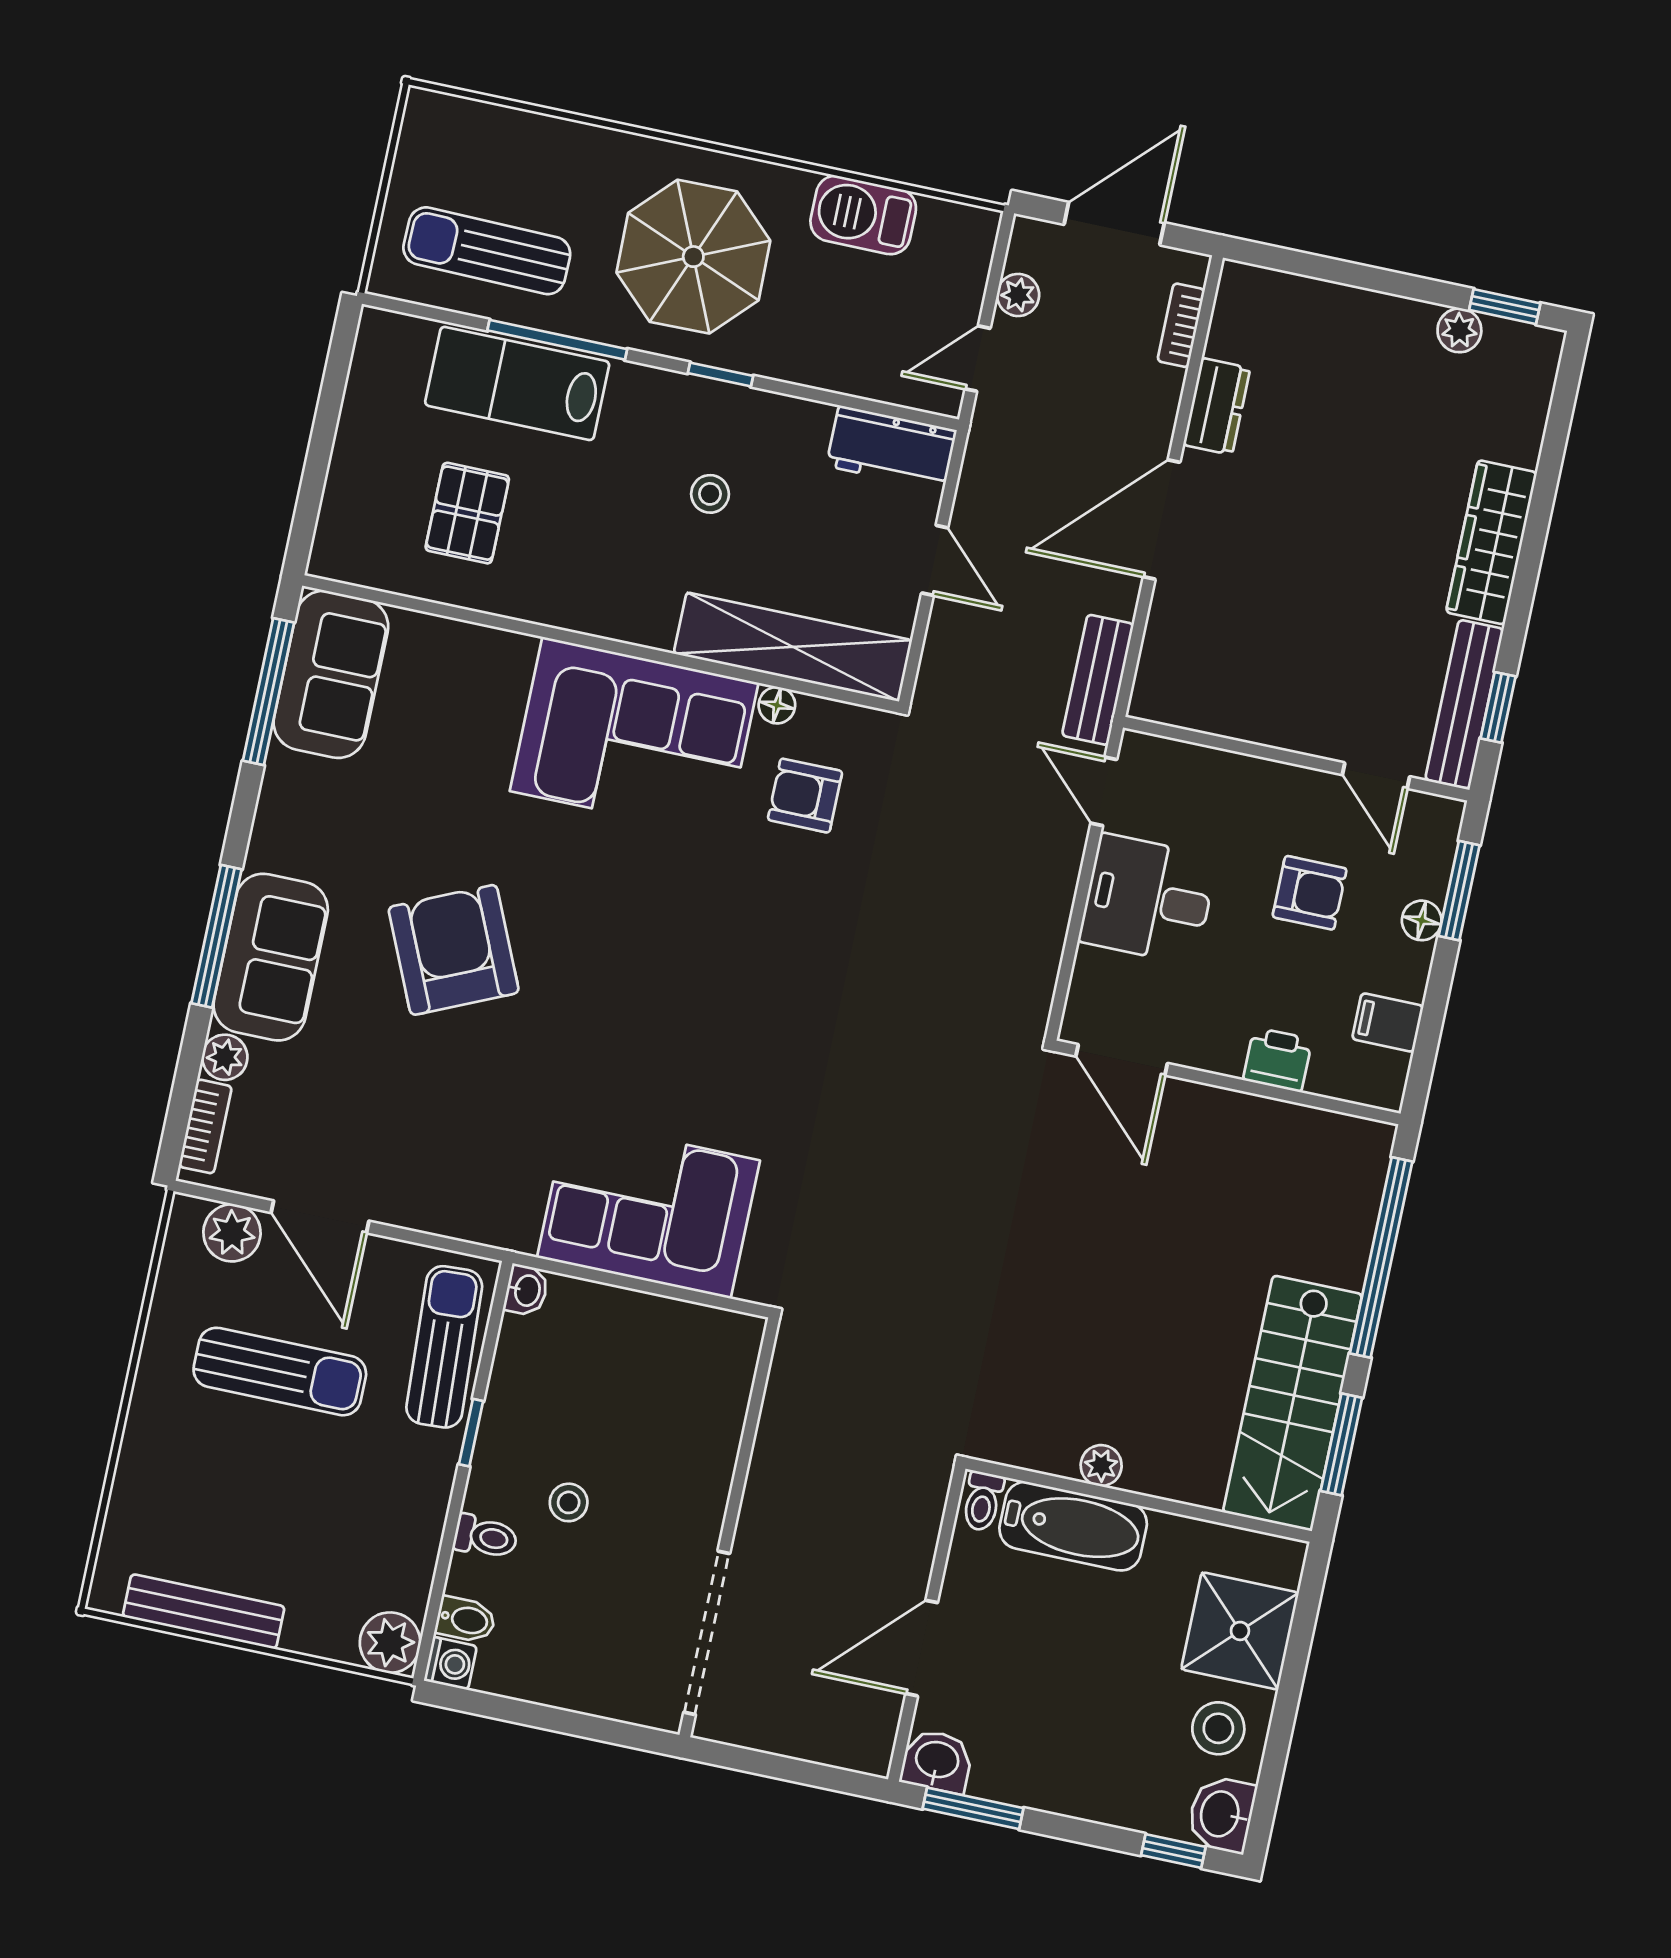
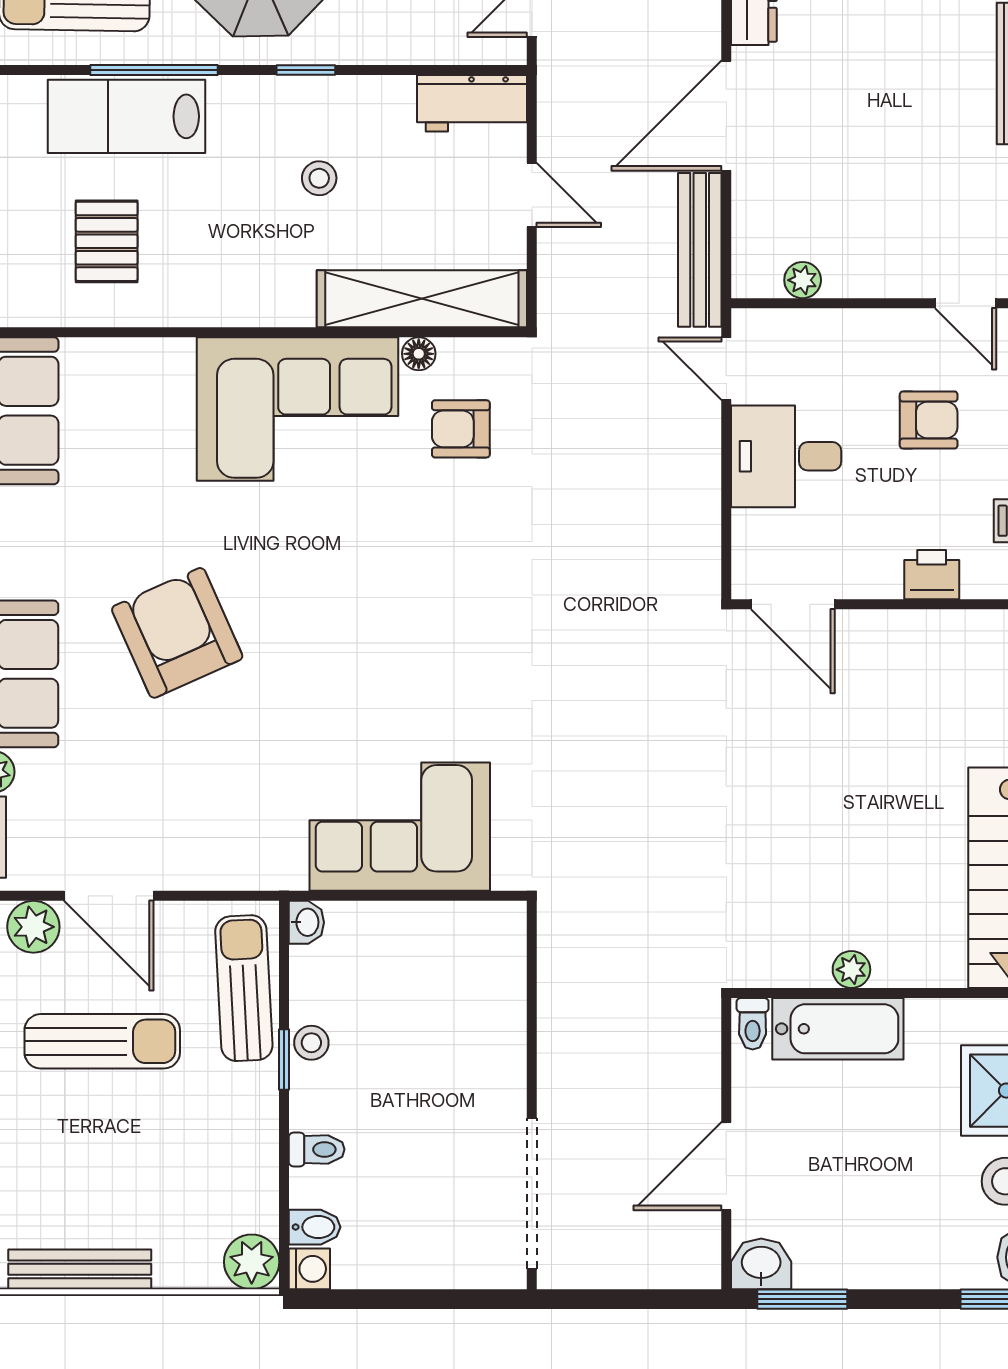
bench: (1098, 680) -> (700, 250), width x1.36
plant: (1206, 714) -> (803, 280), added
stool: (569, 1502) -> (311, 1043), moved

